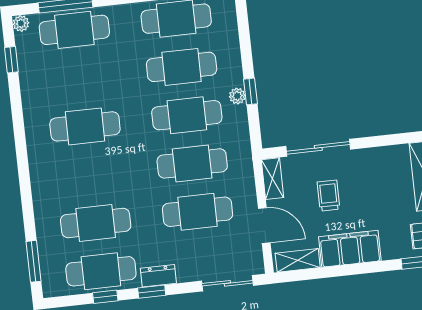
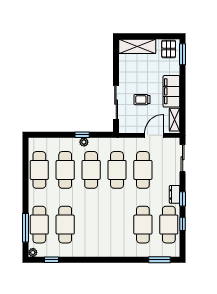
cafe table: (85, 126) -> (65, 225), moved
shelving: (272, 179) -> (130, 128), removed

